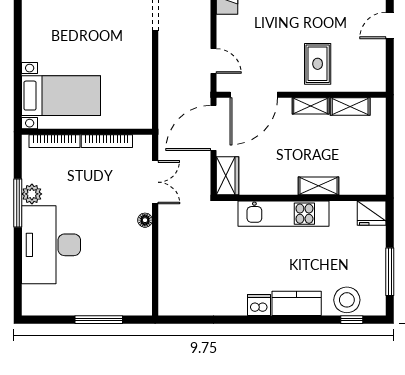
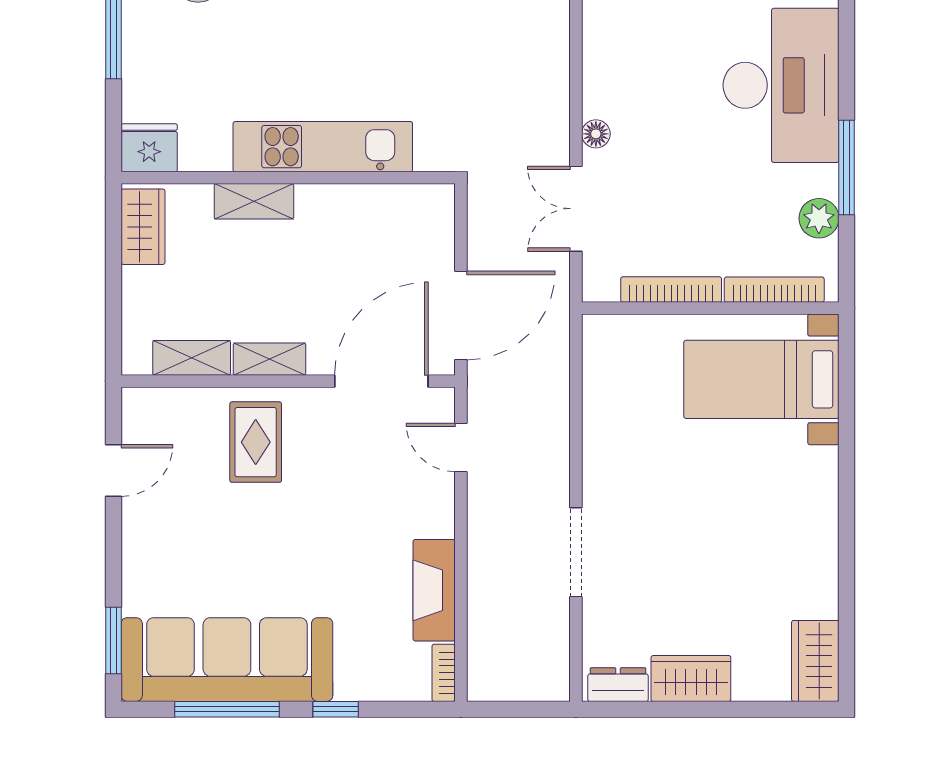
door: (390, 25) -> (113, 470), moved
wardrobe: (228, 176) -> (143, 227), moved, turned 180
plant: (32, 194) -> (819, 218), moved

